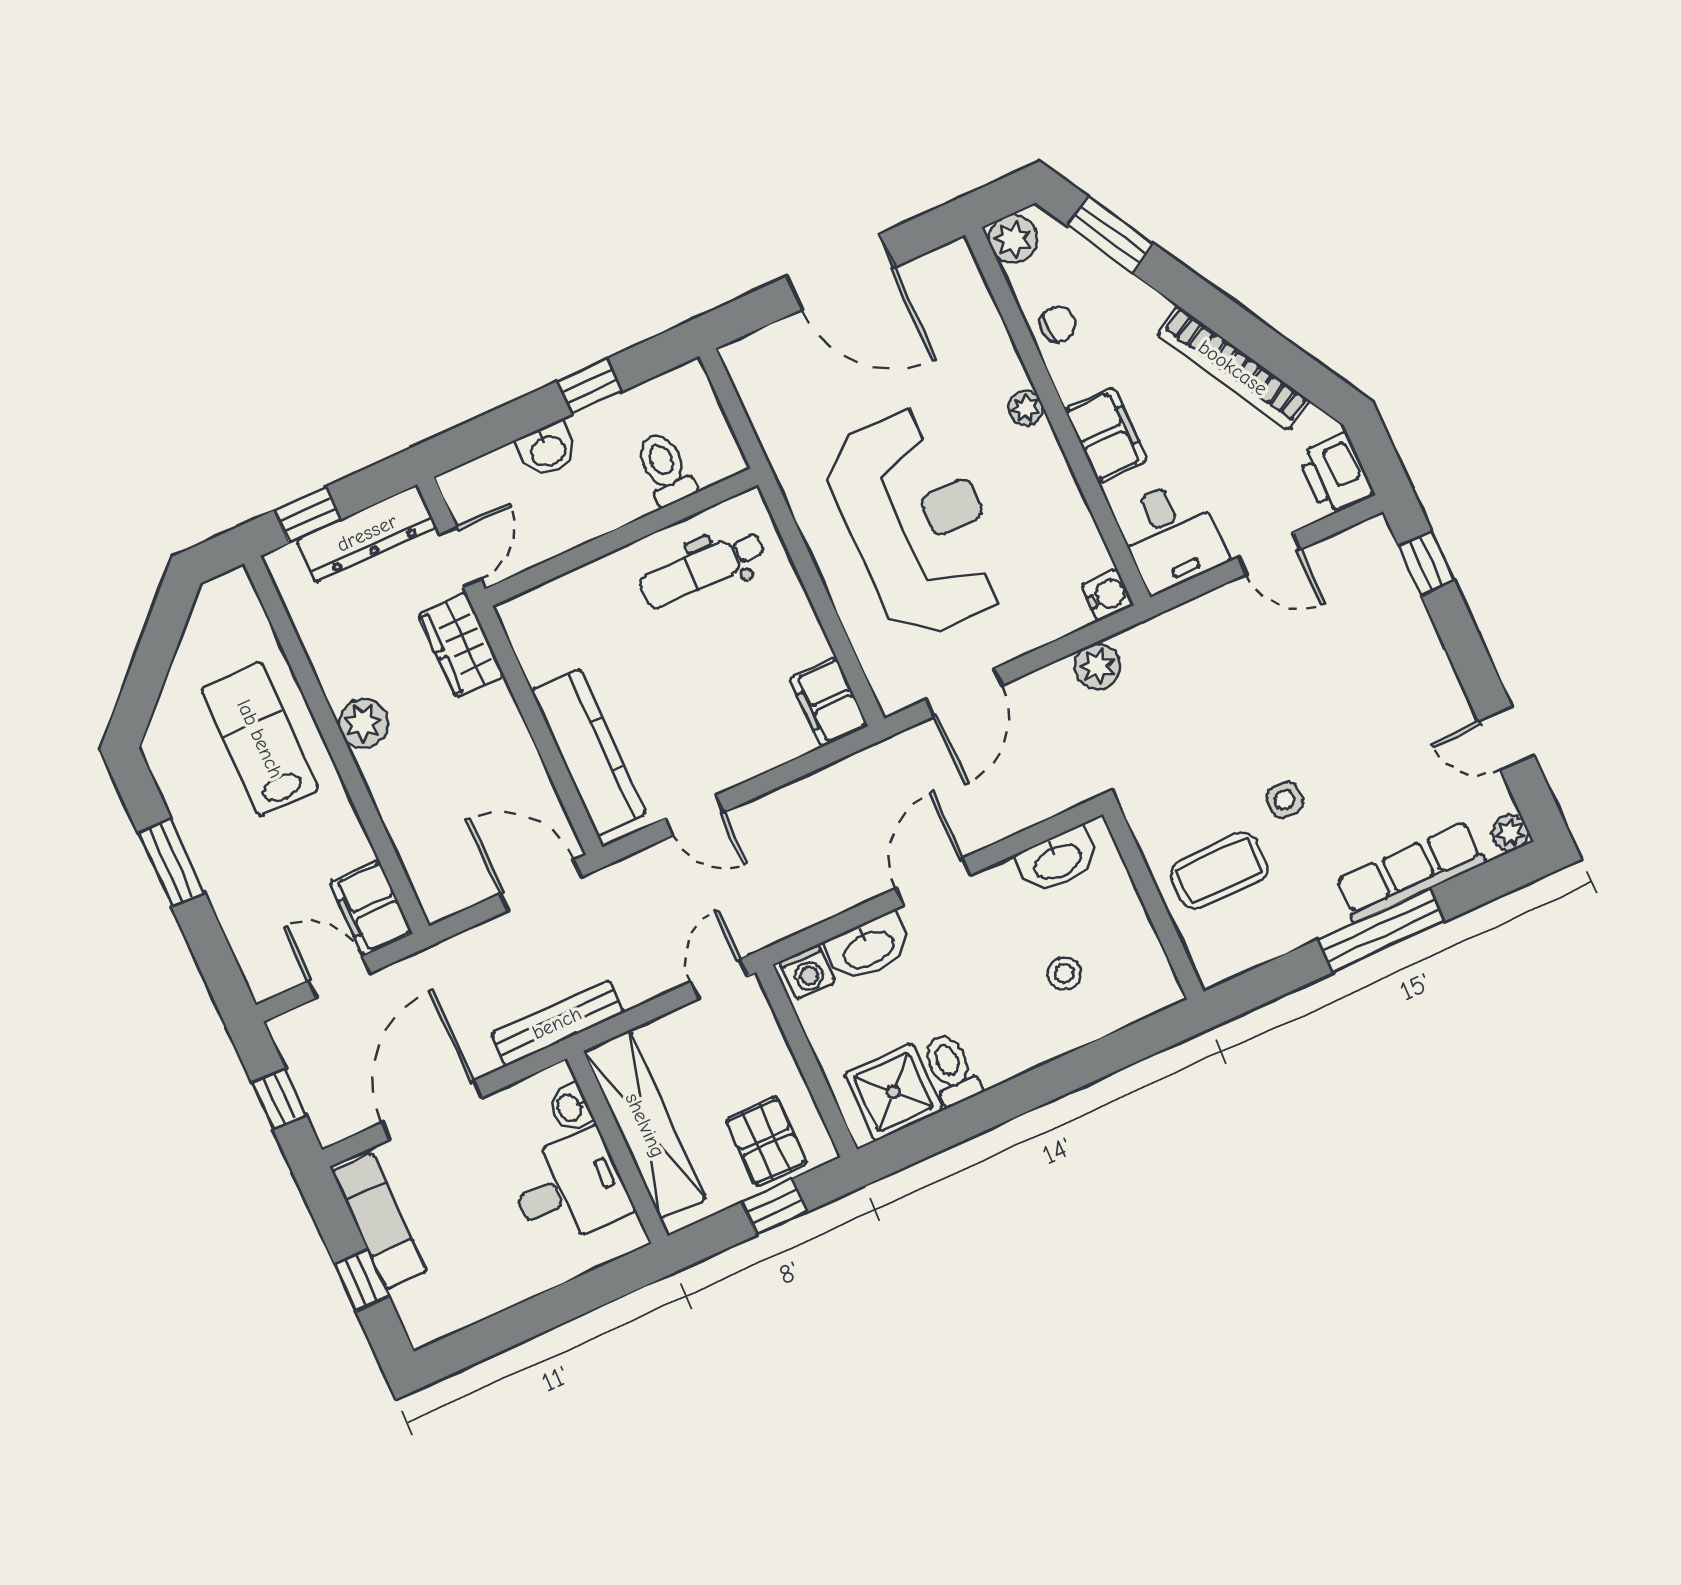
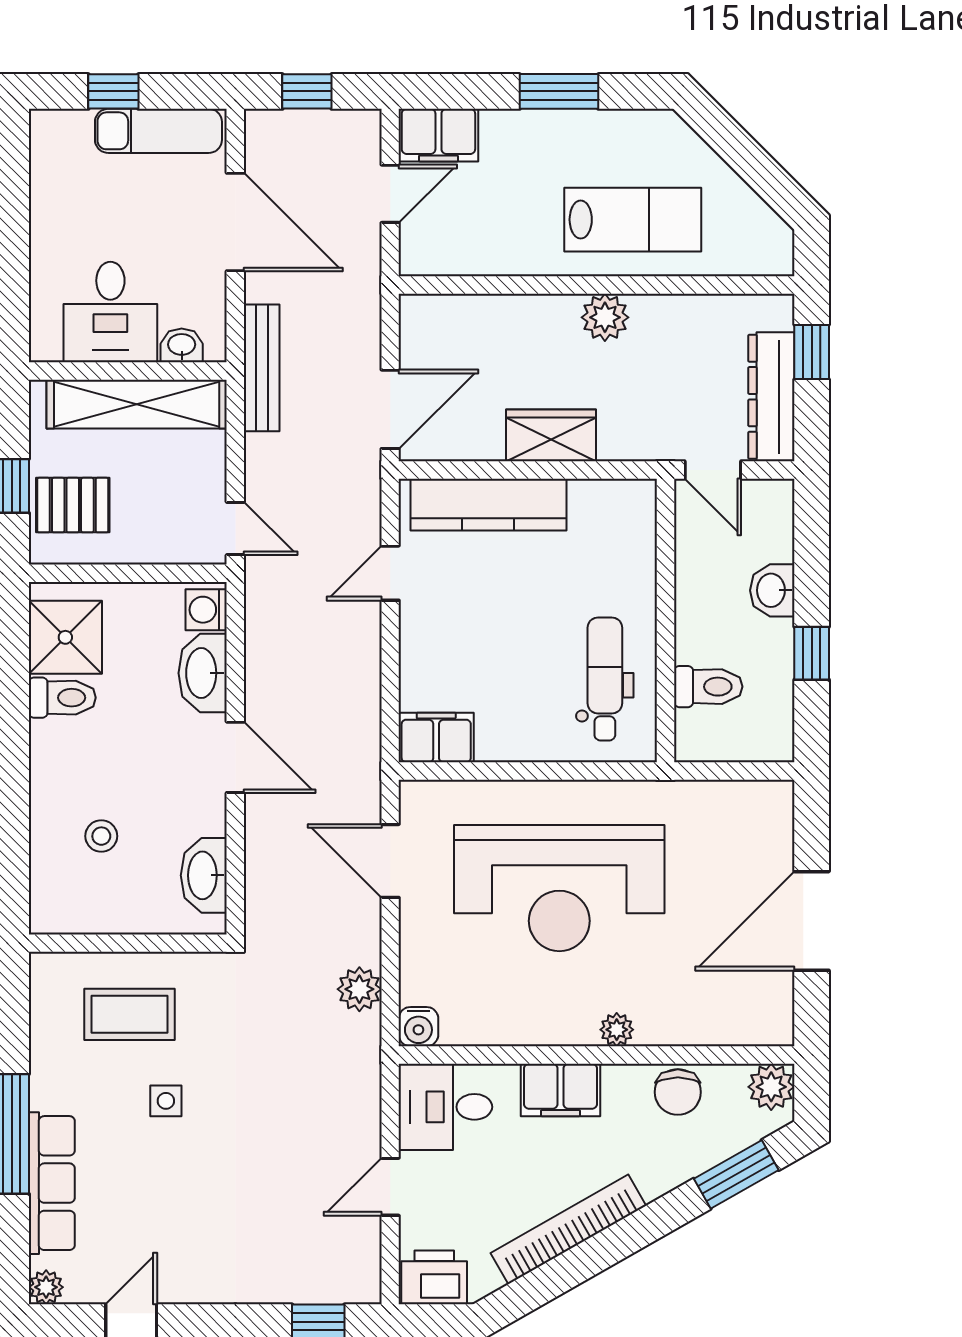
chair: (1058, 324) -> (678, 1092), width x1.37, depth x1.37
wardrobe: (461, 645) -> (551, 435), moved
coffee table: (1219, 871) -> (129, 1014), turned 90
filing cabinet: (371, 908) -> (438, 135), moved, turned 180

